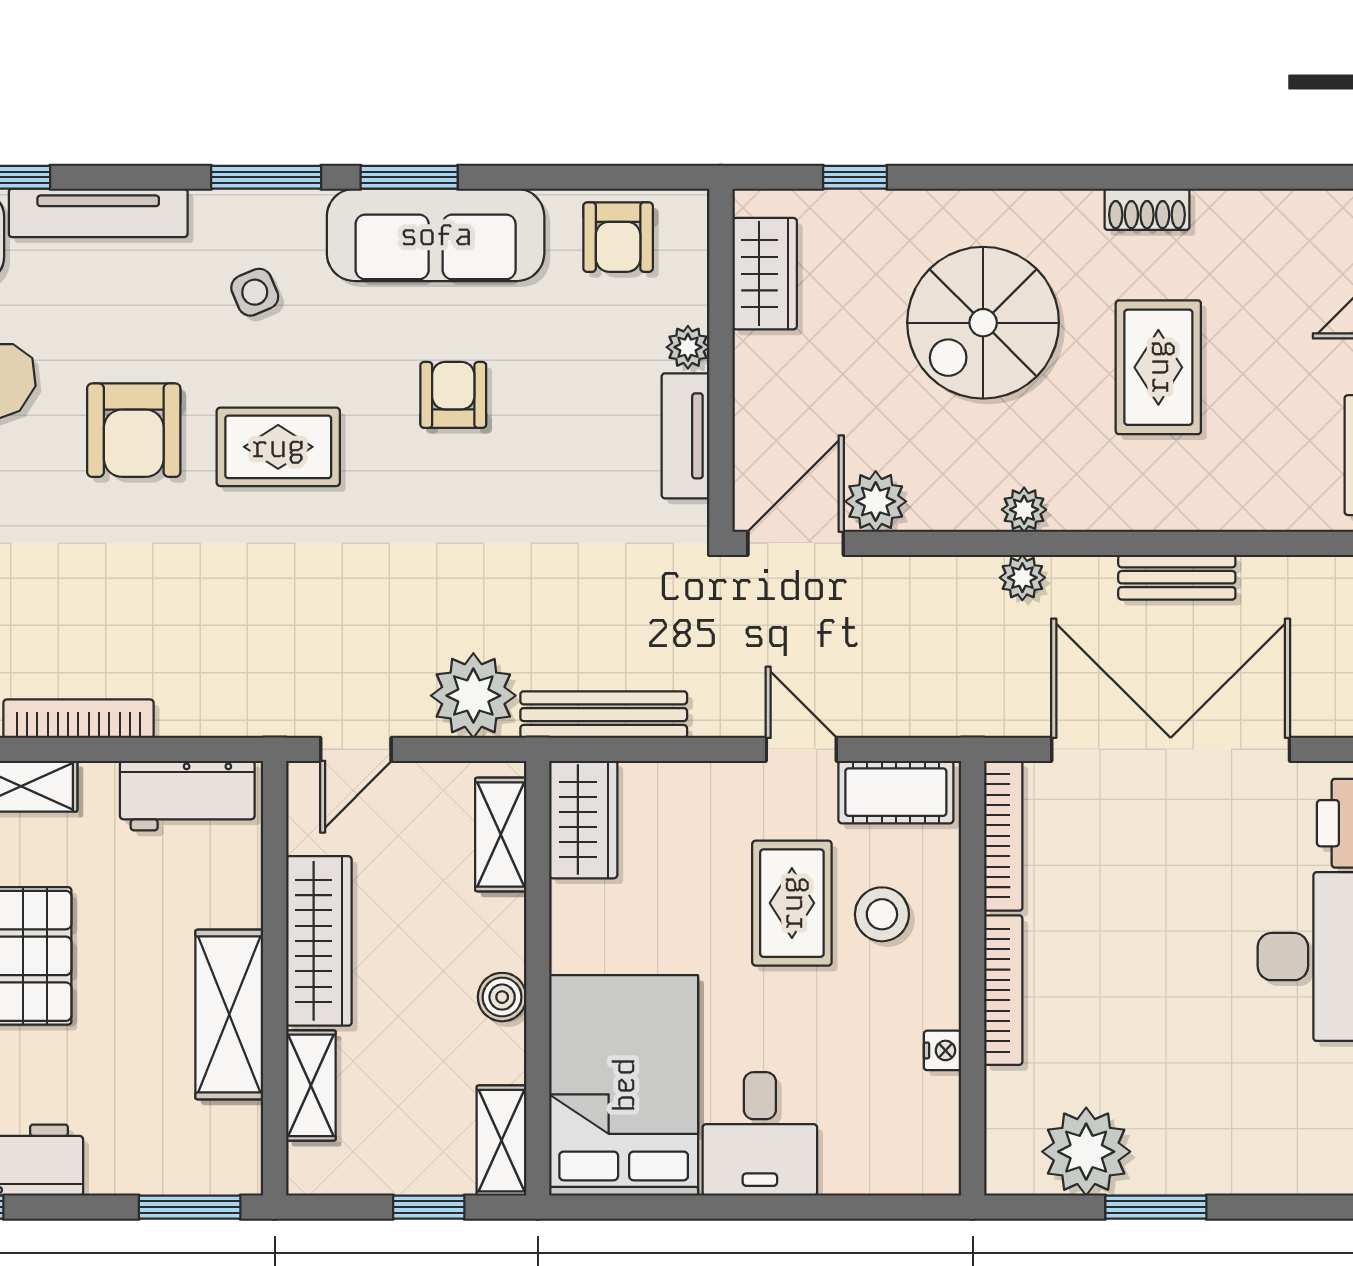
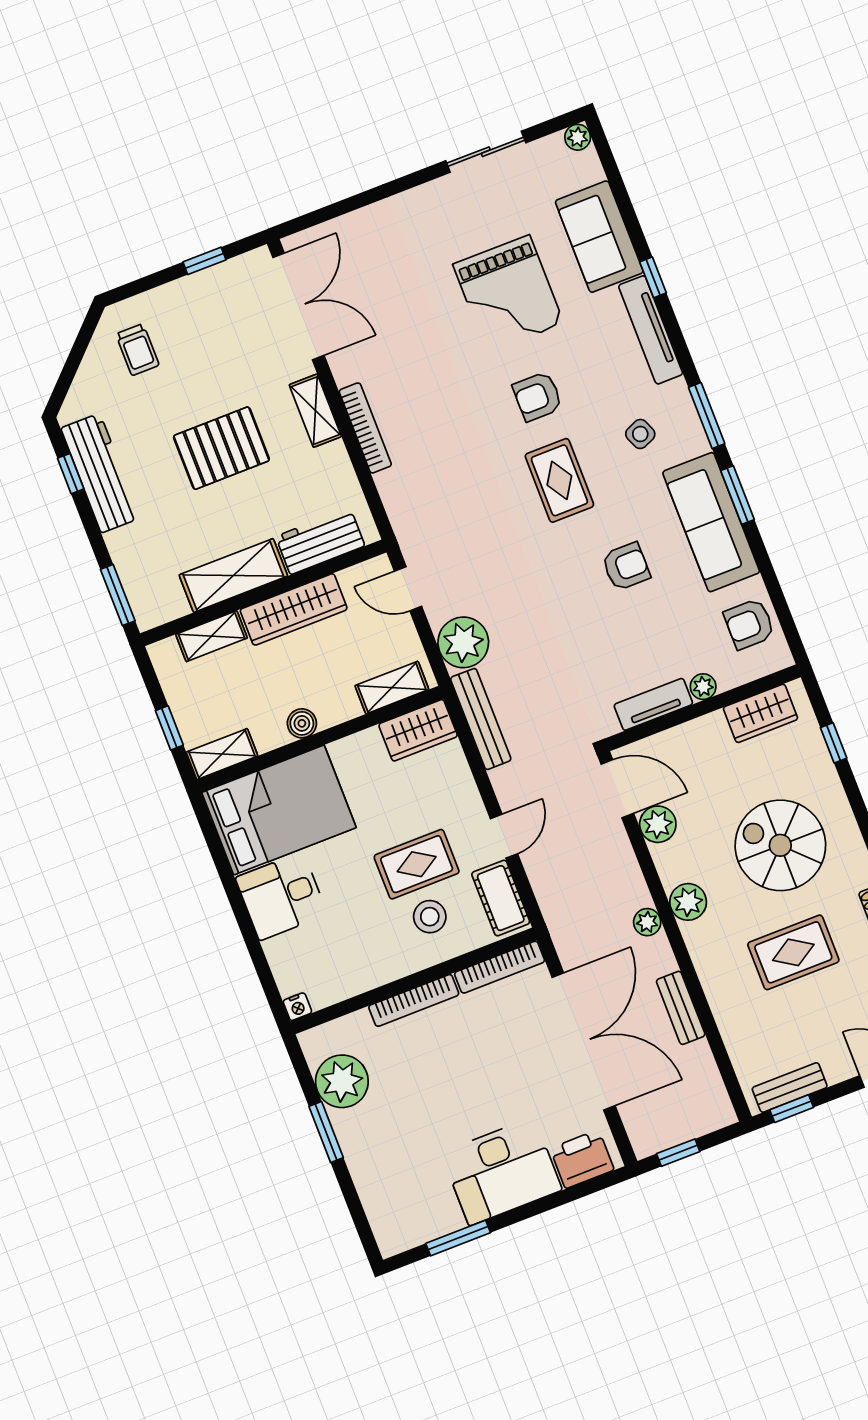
armchair: (134, 430) -> (538, 396), width x0.72, depth x0.72
plant: (1024, 510) -> (688, 902), width x1.38, depth x1.38
workbench: (187, 796) -> (320, 541), moved, turned 90
nightstand: (943, 1050) -> (297, 1007), moved

